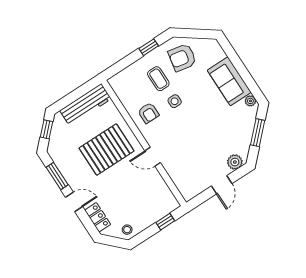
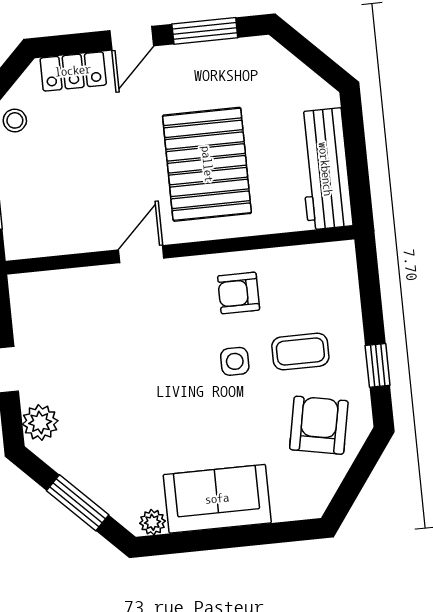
window: (46, 129) -> (315, 59), removed

